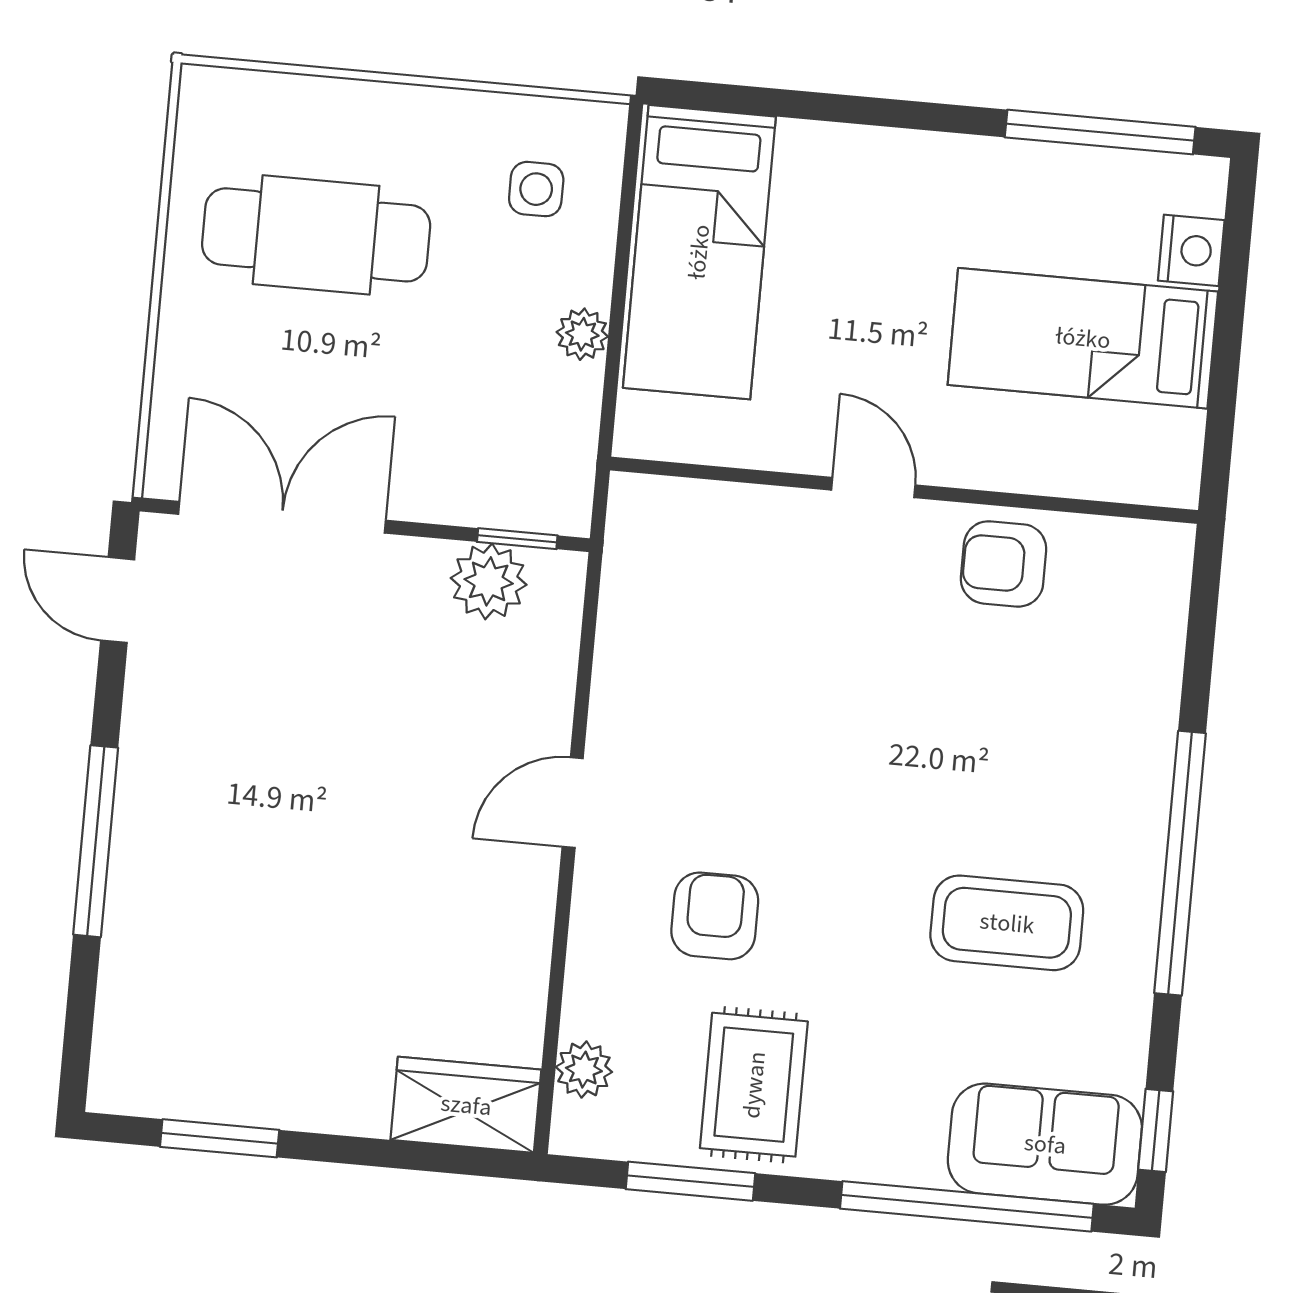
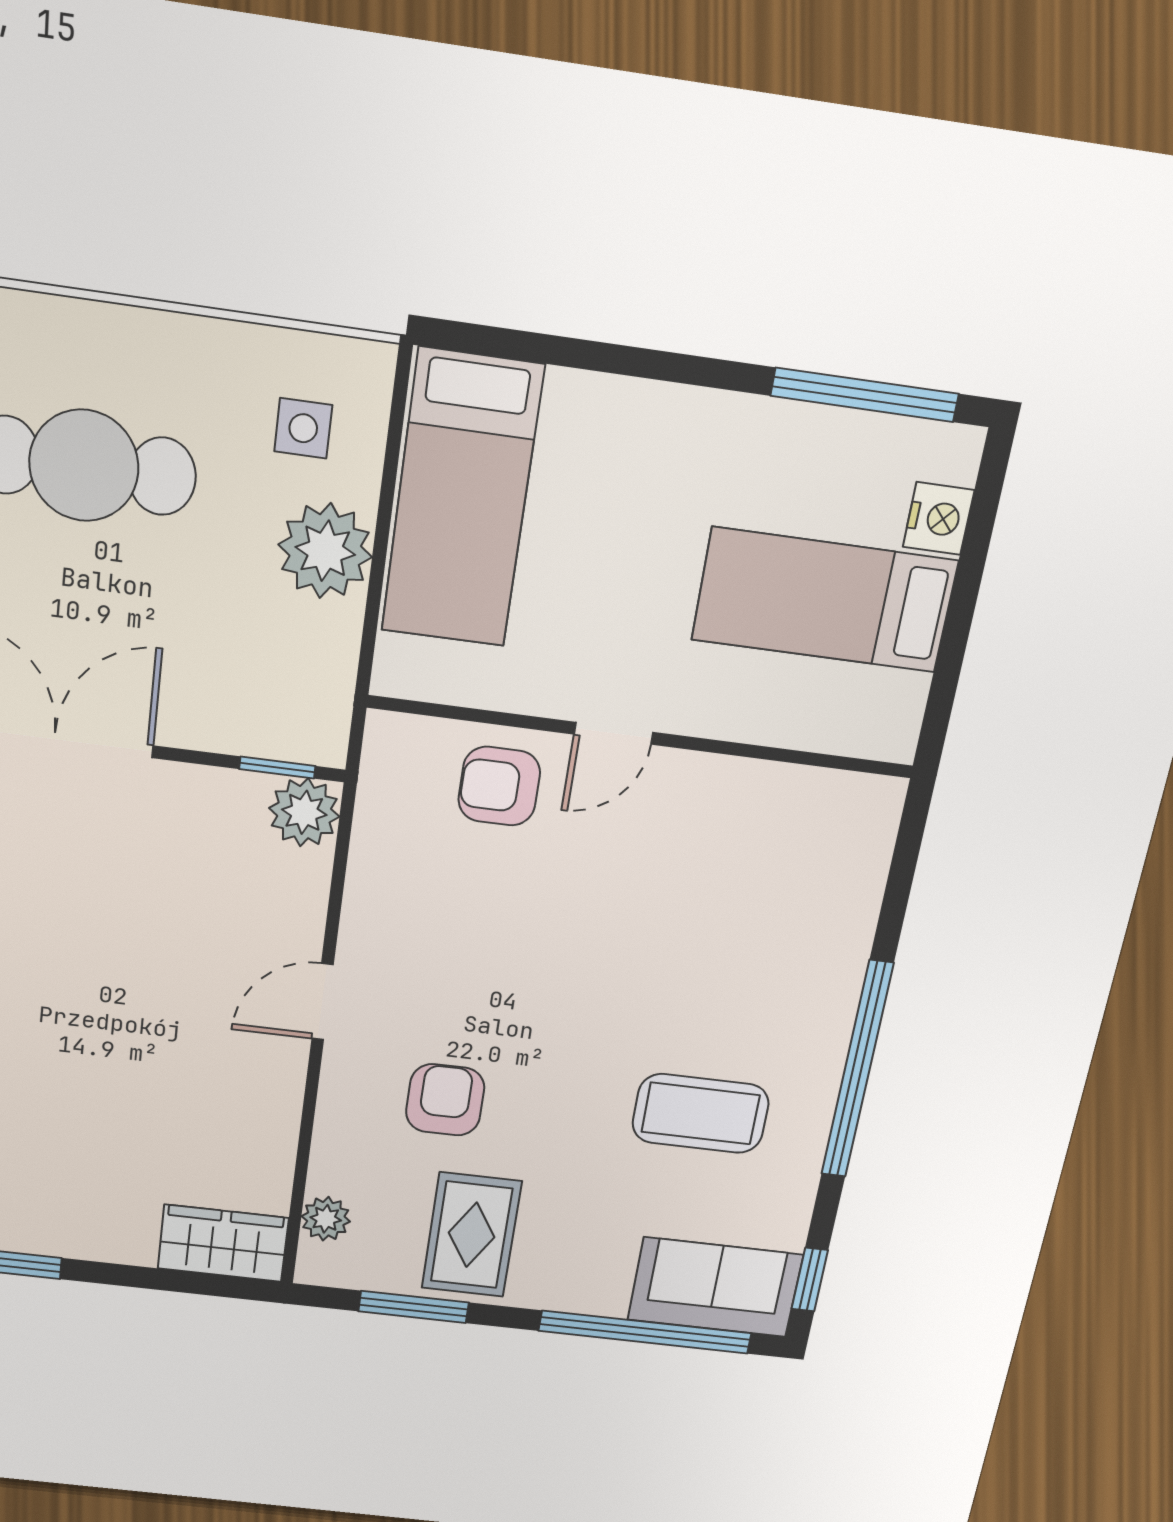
plant: (582, 334) -> (325, 551), width x1.88, depth x1.88
door: (873, 487) -> (613, 733), swing flipped
armchair: (1004, 564) -> (499, 786), moved
plant: (489, 581) -> (304, 812), moved

